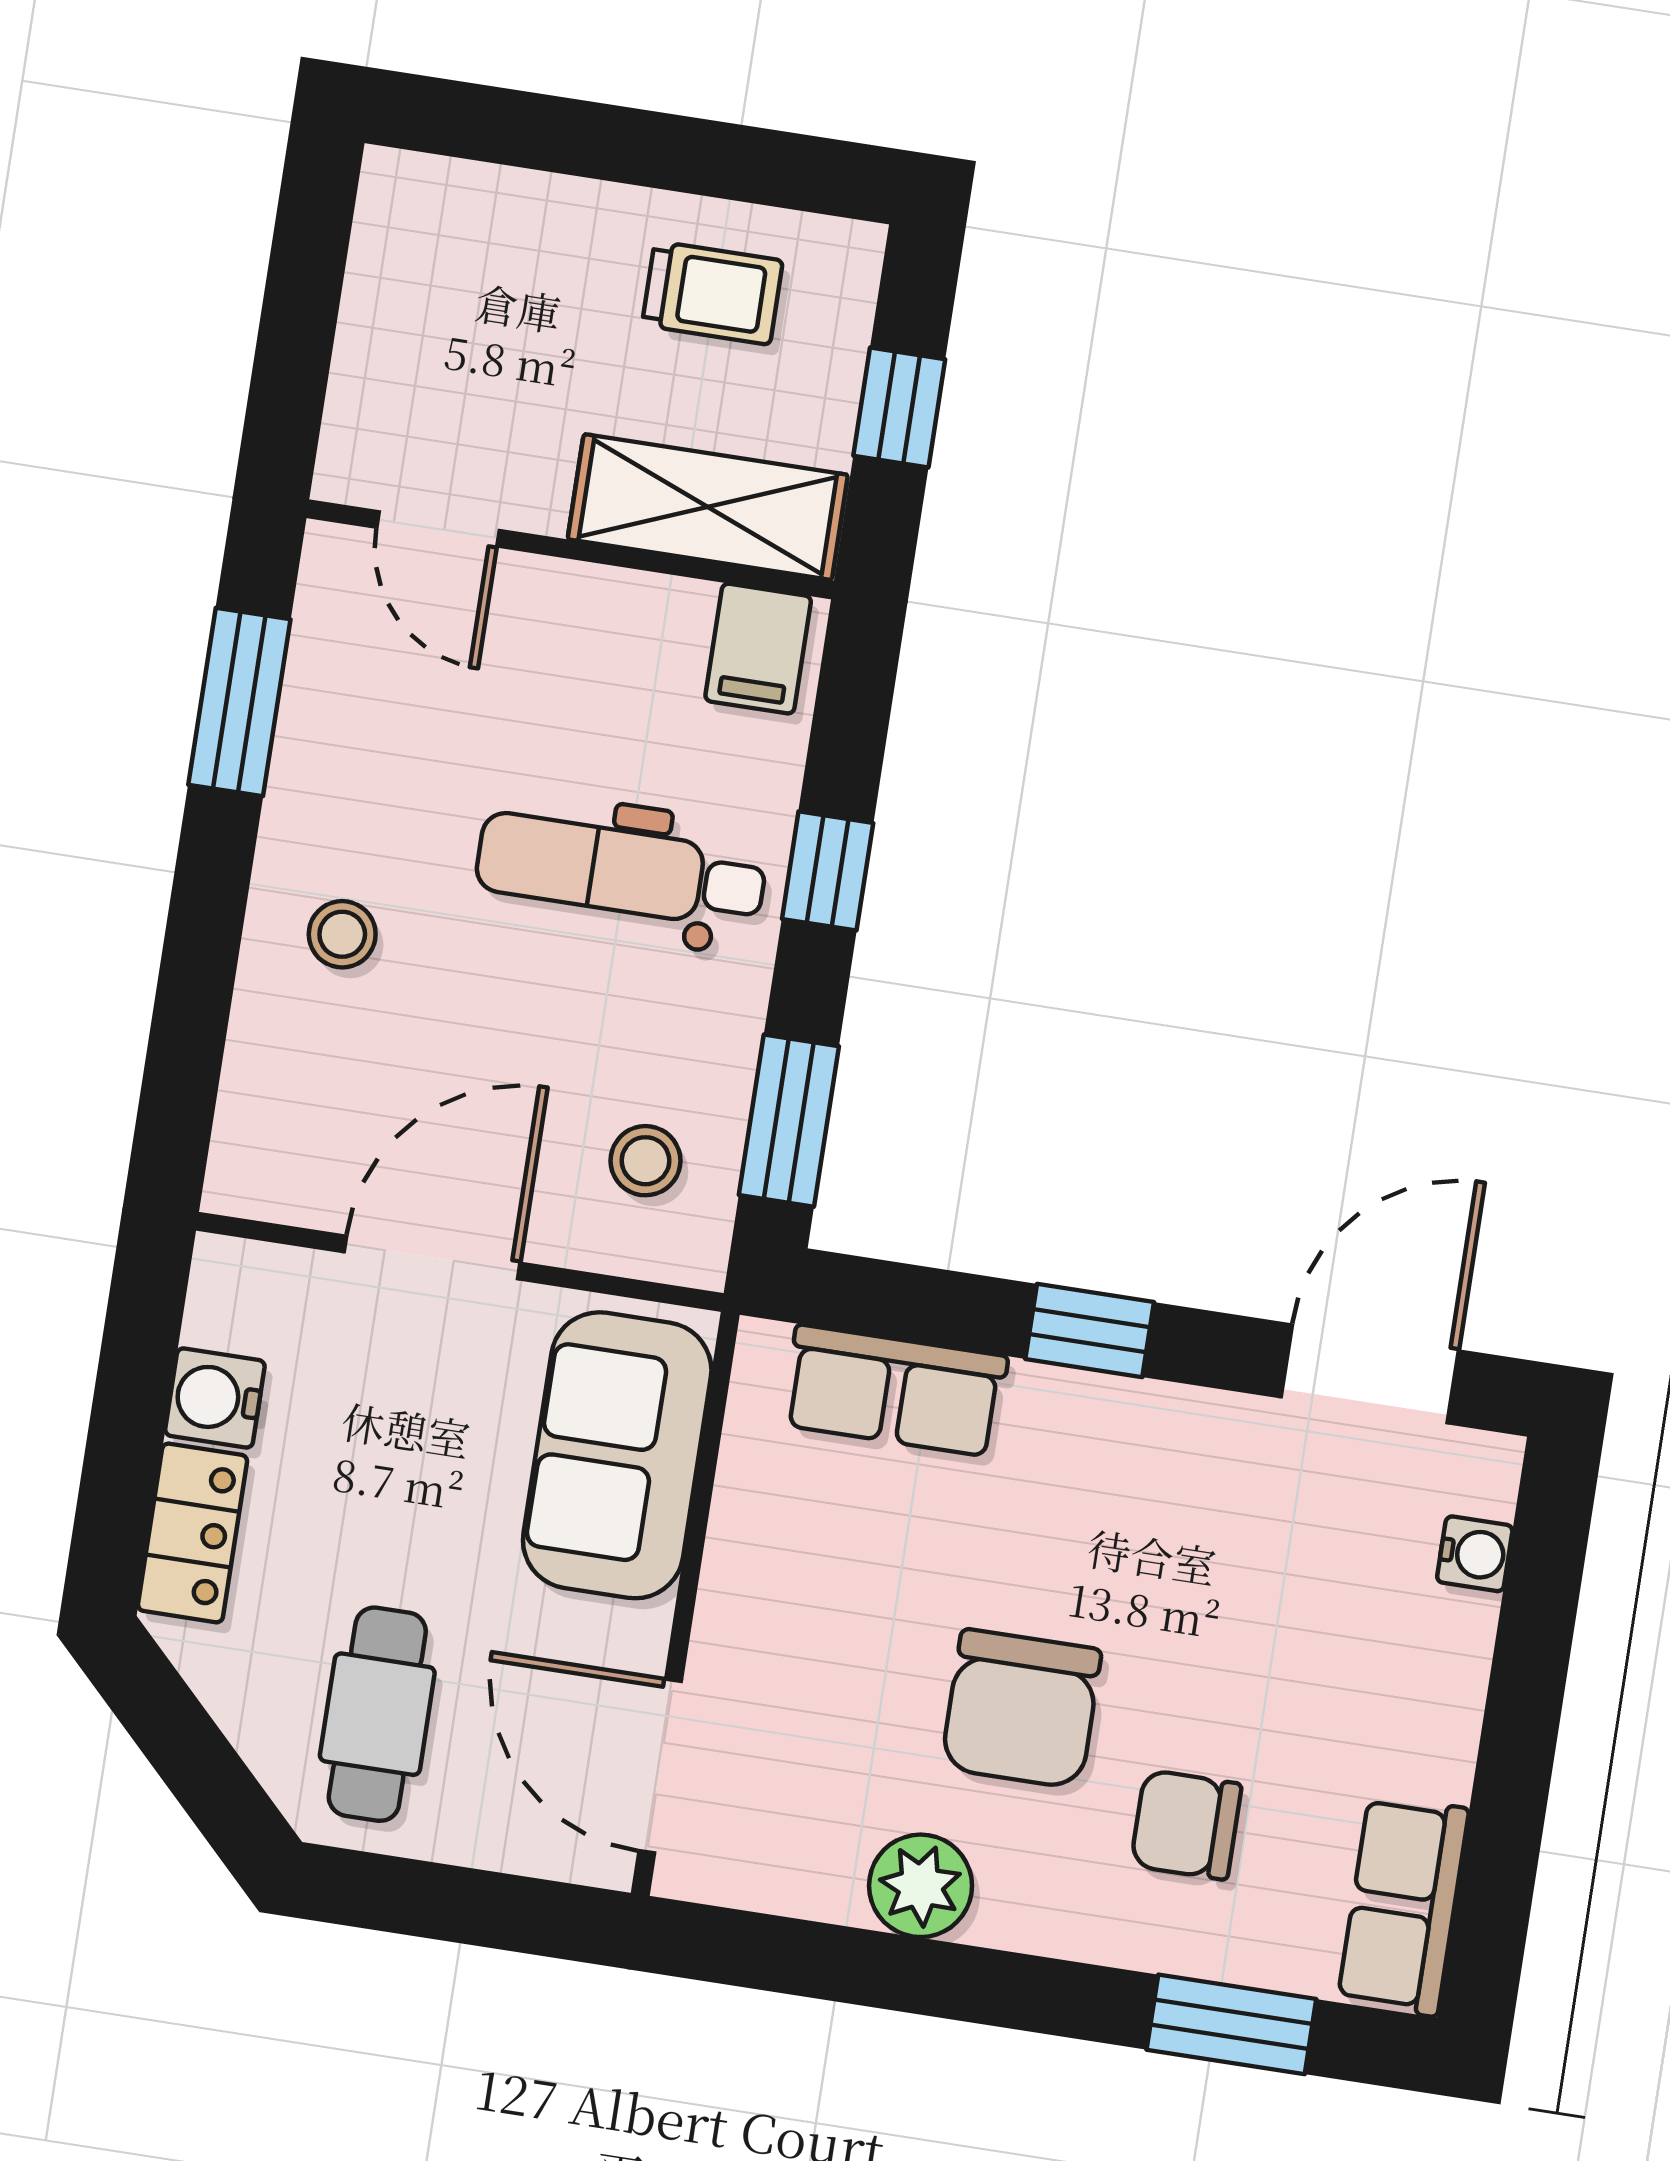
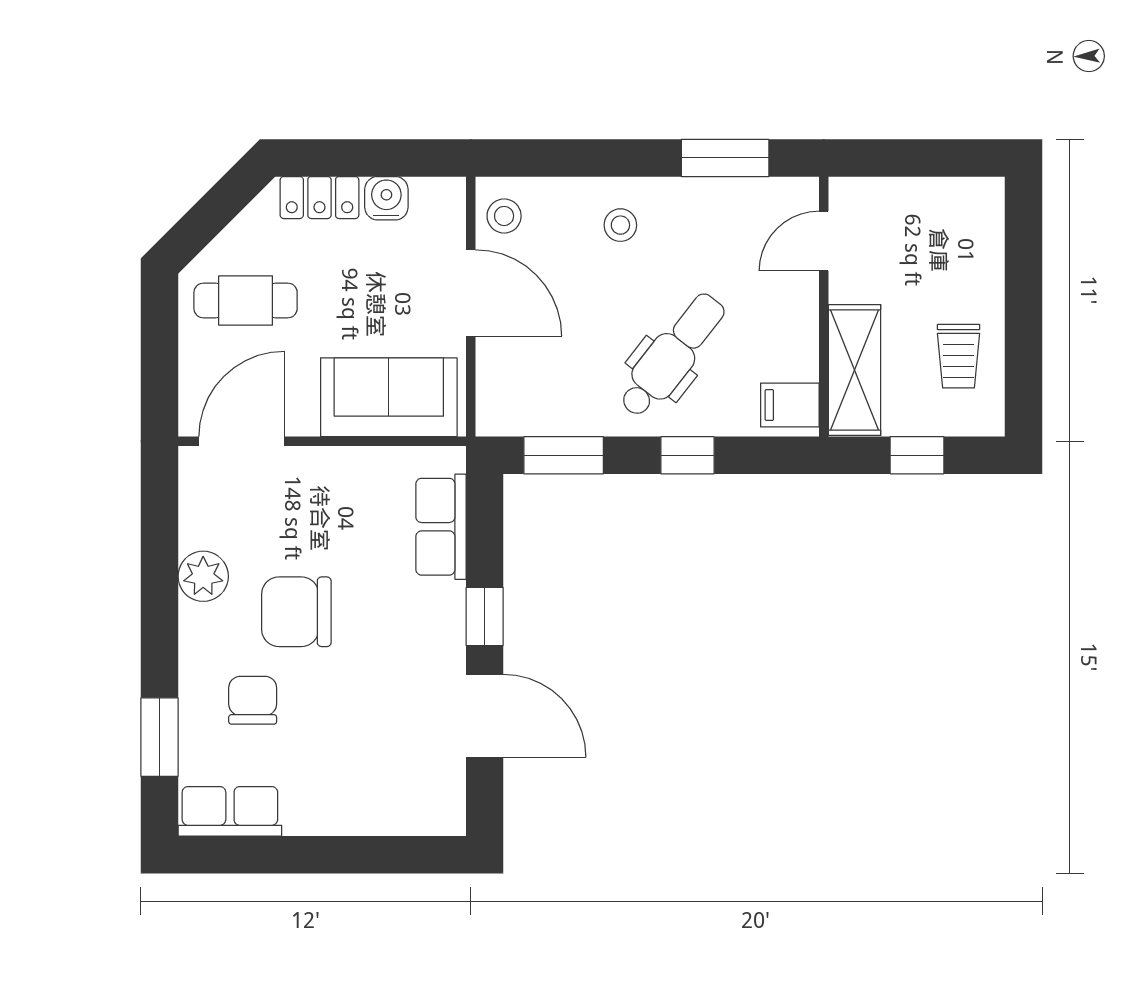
dental chair: (621, 871) -> (672, 355), turned 38
stool: (645, 1161) -> (504, 216), moved
door: (1370, 1374) -> (485, 716), moved
water cooler: (1475, 1554) -> (405, 820), removed

